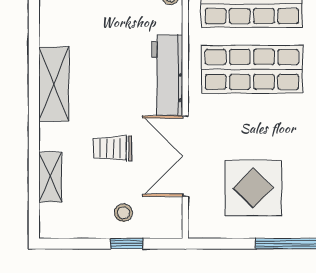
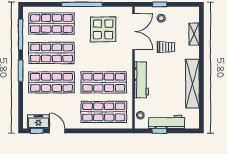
shelving: (54, 84) -> (192, 84), width x1.47
double door: (185, 156) -> (134, 32), moved

